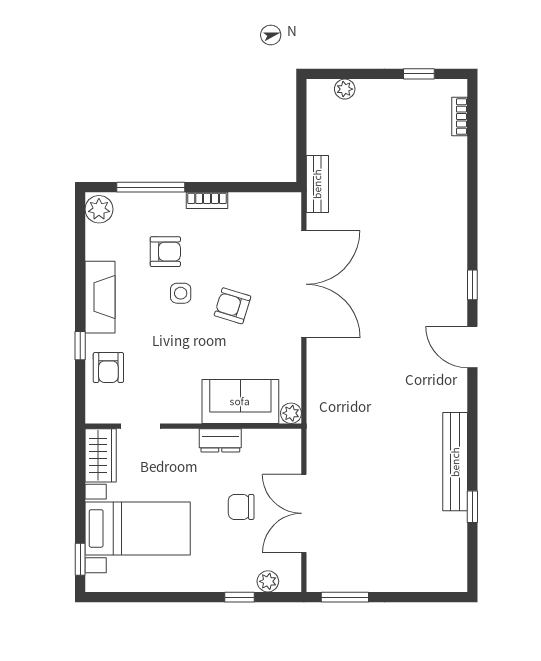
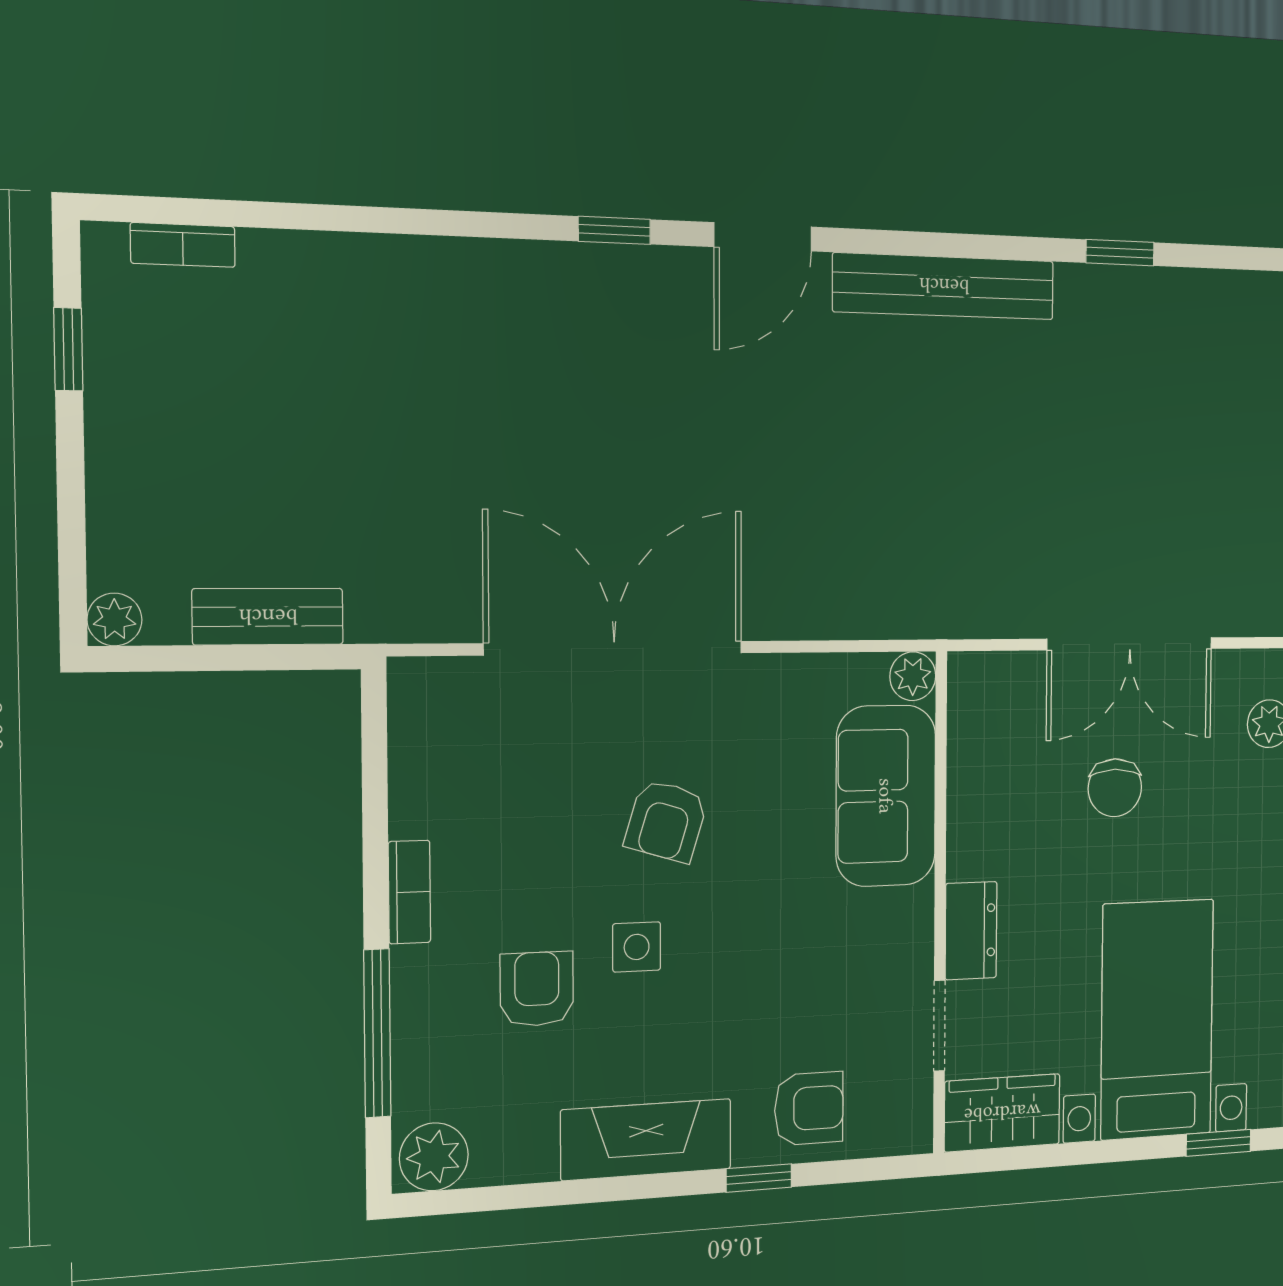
plant: (345, 89) -> (115, 620), moved
bench: (317, 184) -> (268, 617), moved
dresser: (220, 440) -> (971, 931), moved
bench: (455, 462) -> (944, 286), moved

